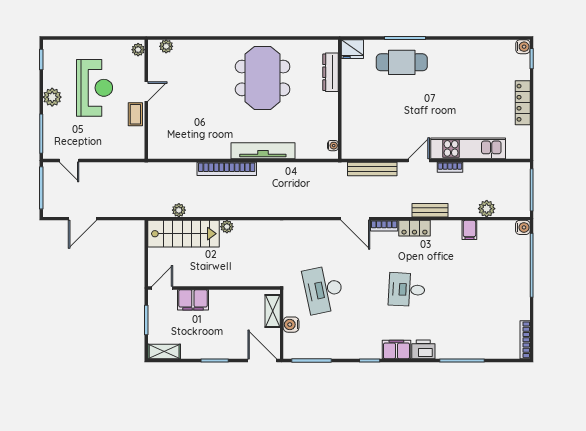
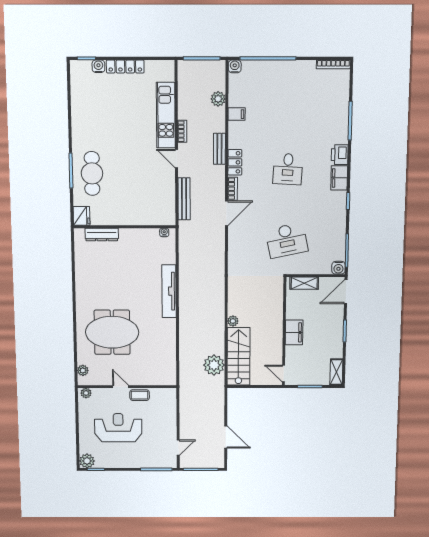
water cooler: (523, 47) -> (98, 66), moved
meeting table: (263, 78) -> (112, 332), moved
plant: (52, 97) -> (87, 461), moved
bookcase: (227, 169) -> (184, 321), removed
plant: (179, 210) -> (214, 365), width x1.87, depth x1.87
filing cabinet: (193, 300) -> (294, 332), moved
water cooler: (291, 325) -> (338, 268), moved

